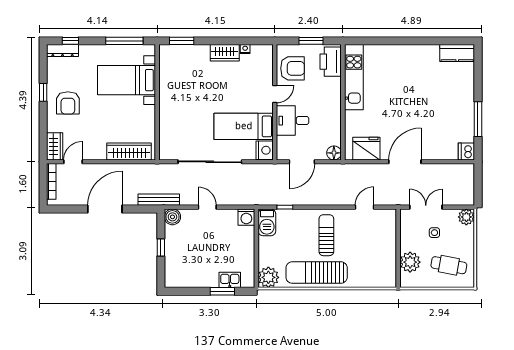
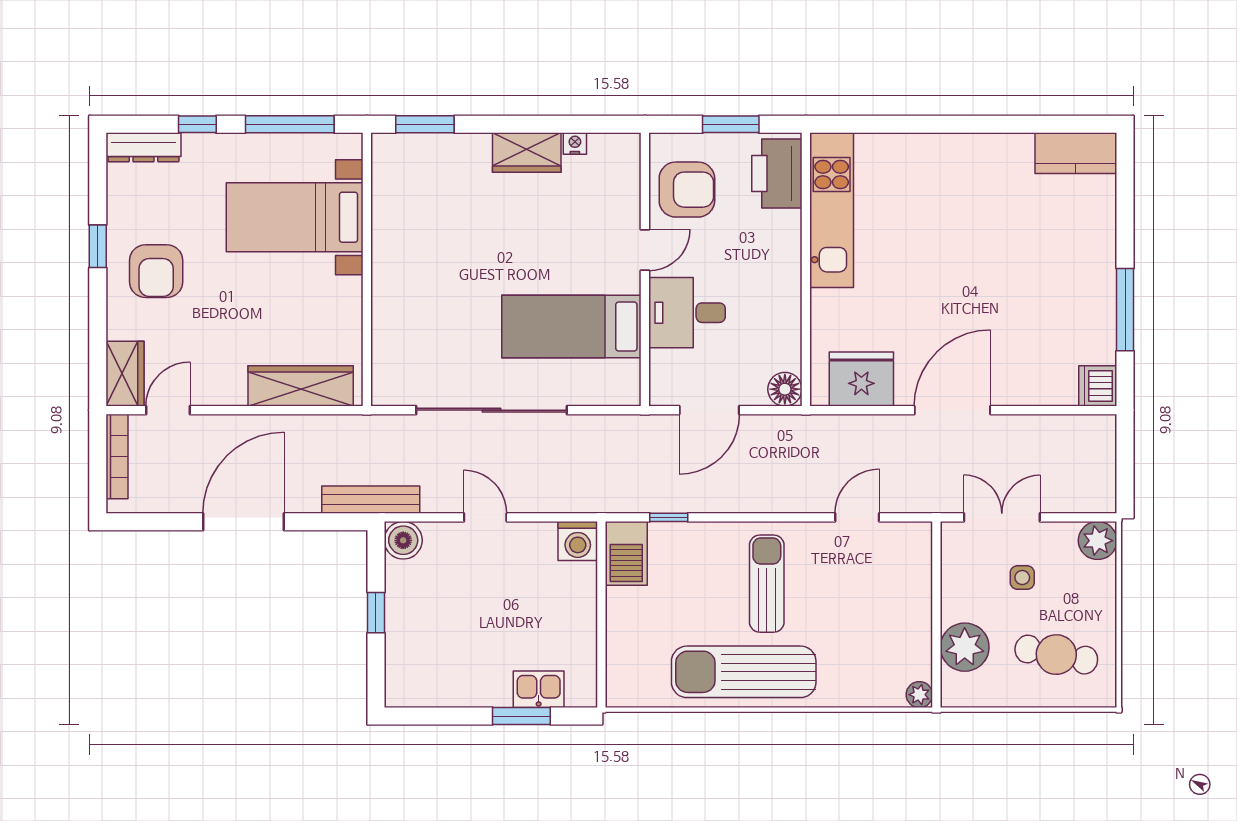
window: (70, 41) -> (197, 124), moved
nightstand: (265, 150) -> (621, 383), removed
plant: (268, 277) -> (919, 695), moved, width x0.53, depth x0.53

